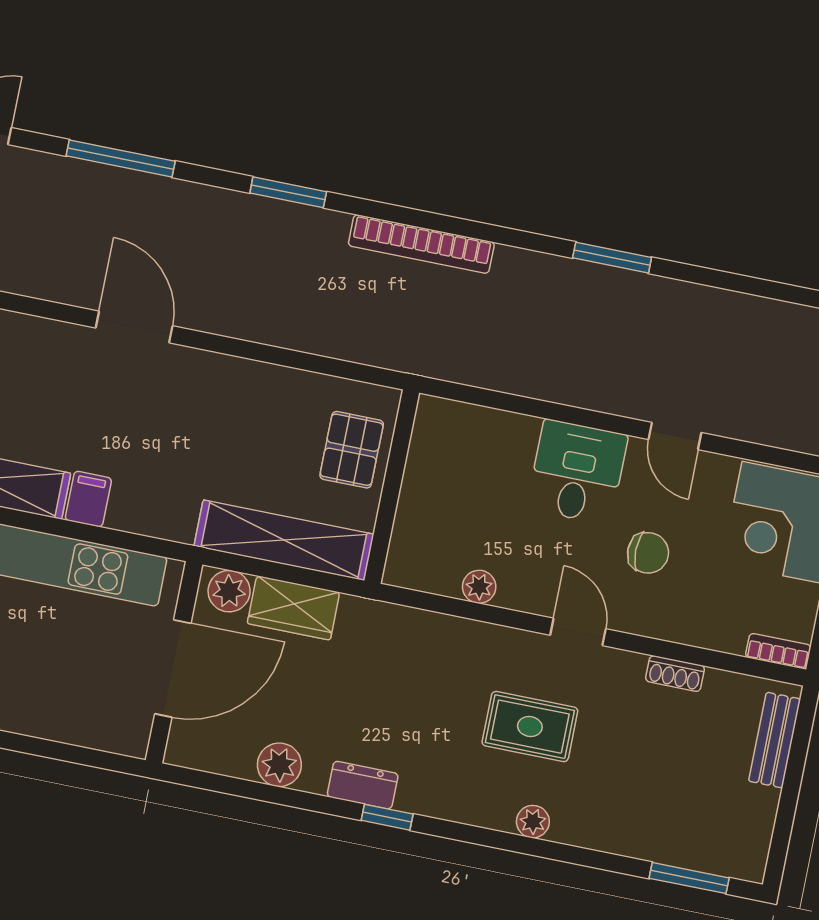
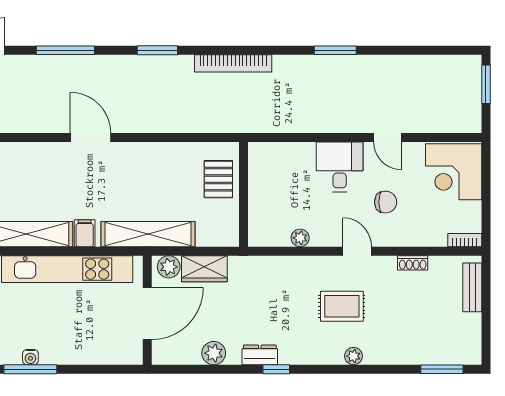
shelving: (284, 540) -> (148, 234), moved

